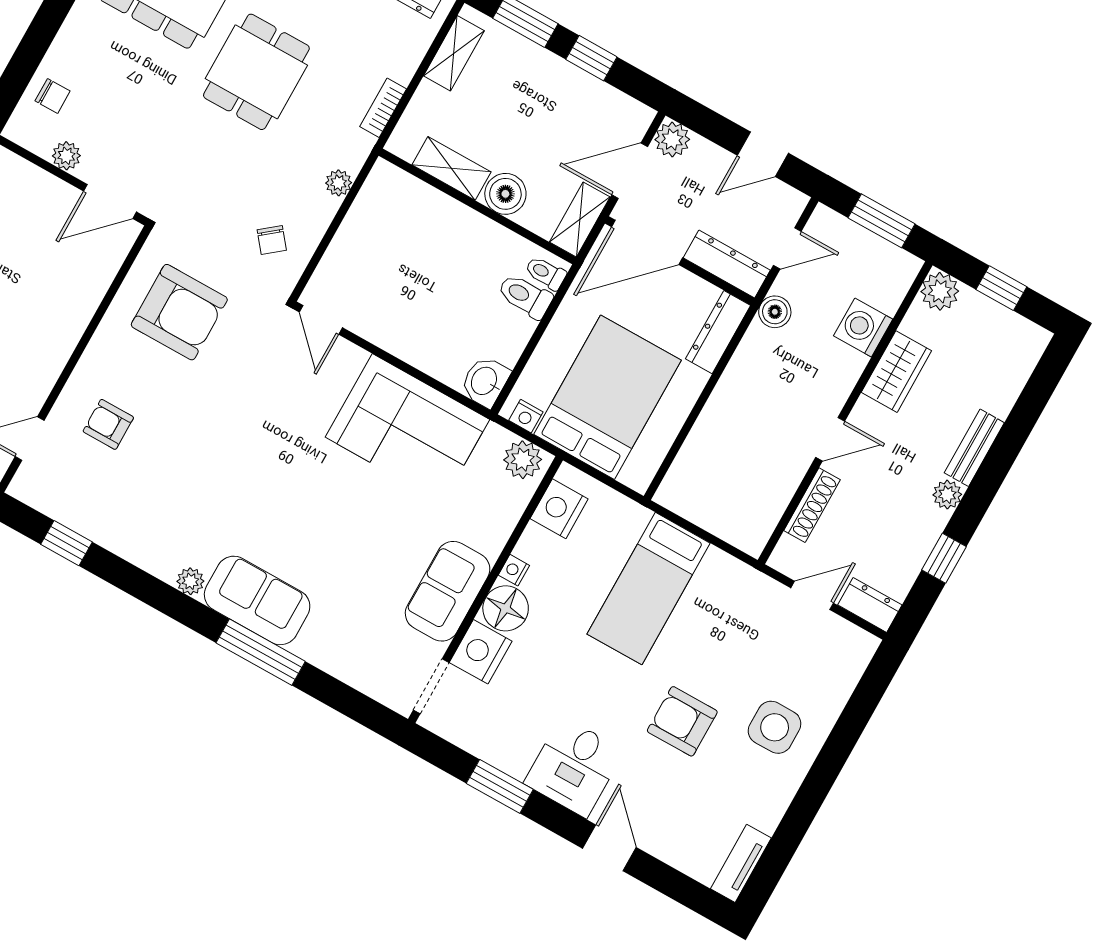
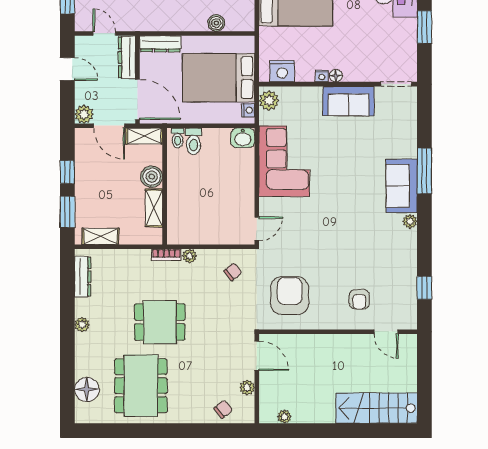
chair: (53, 96) -> (223, 409), turned 50
bookcase: (383, 108) -> (166, 255), moved
boiler: (775, 312) -> (216, 23), moved
floor lamp: (506, 608) -> (336, 76), width x0.53, depth x0.53
nightstand: (481, 652) -> (368, 70), removed

